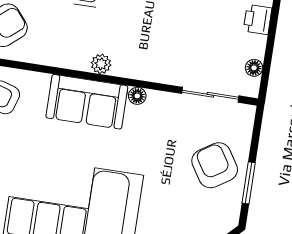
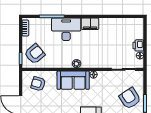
printer: (258, 19) -> (138, 45), moved

